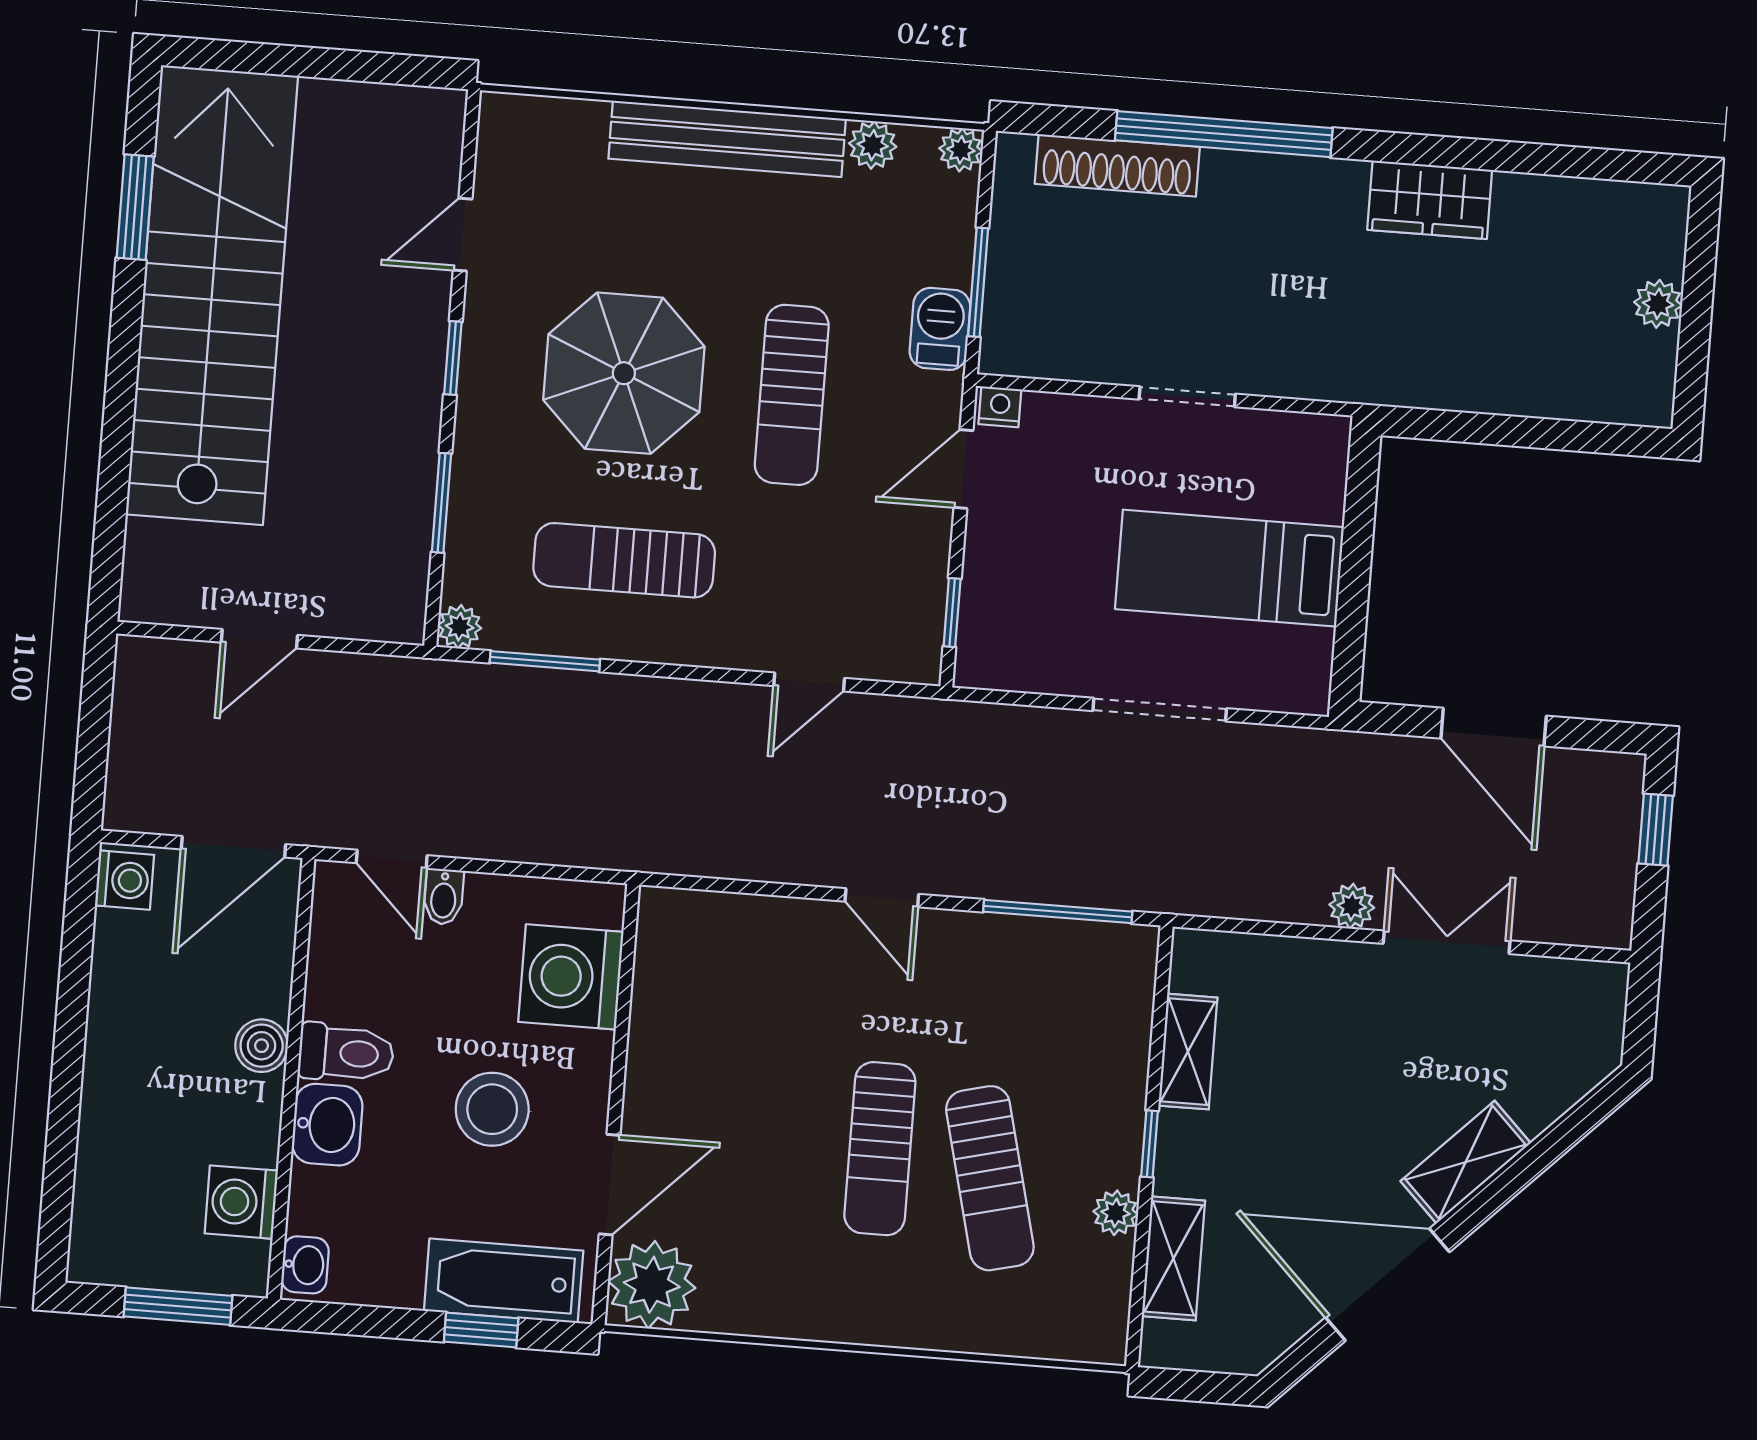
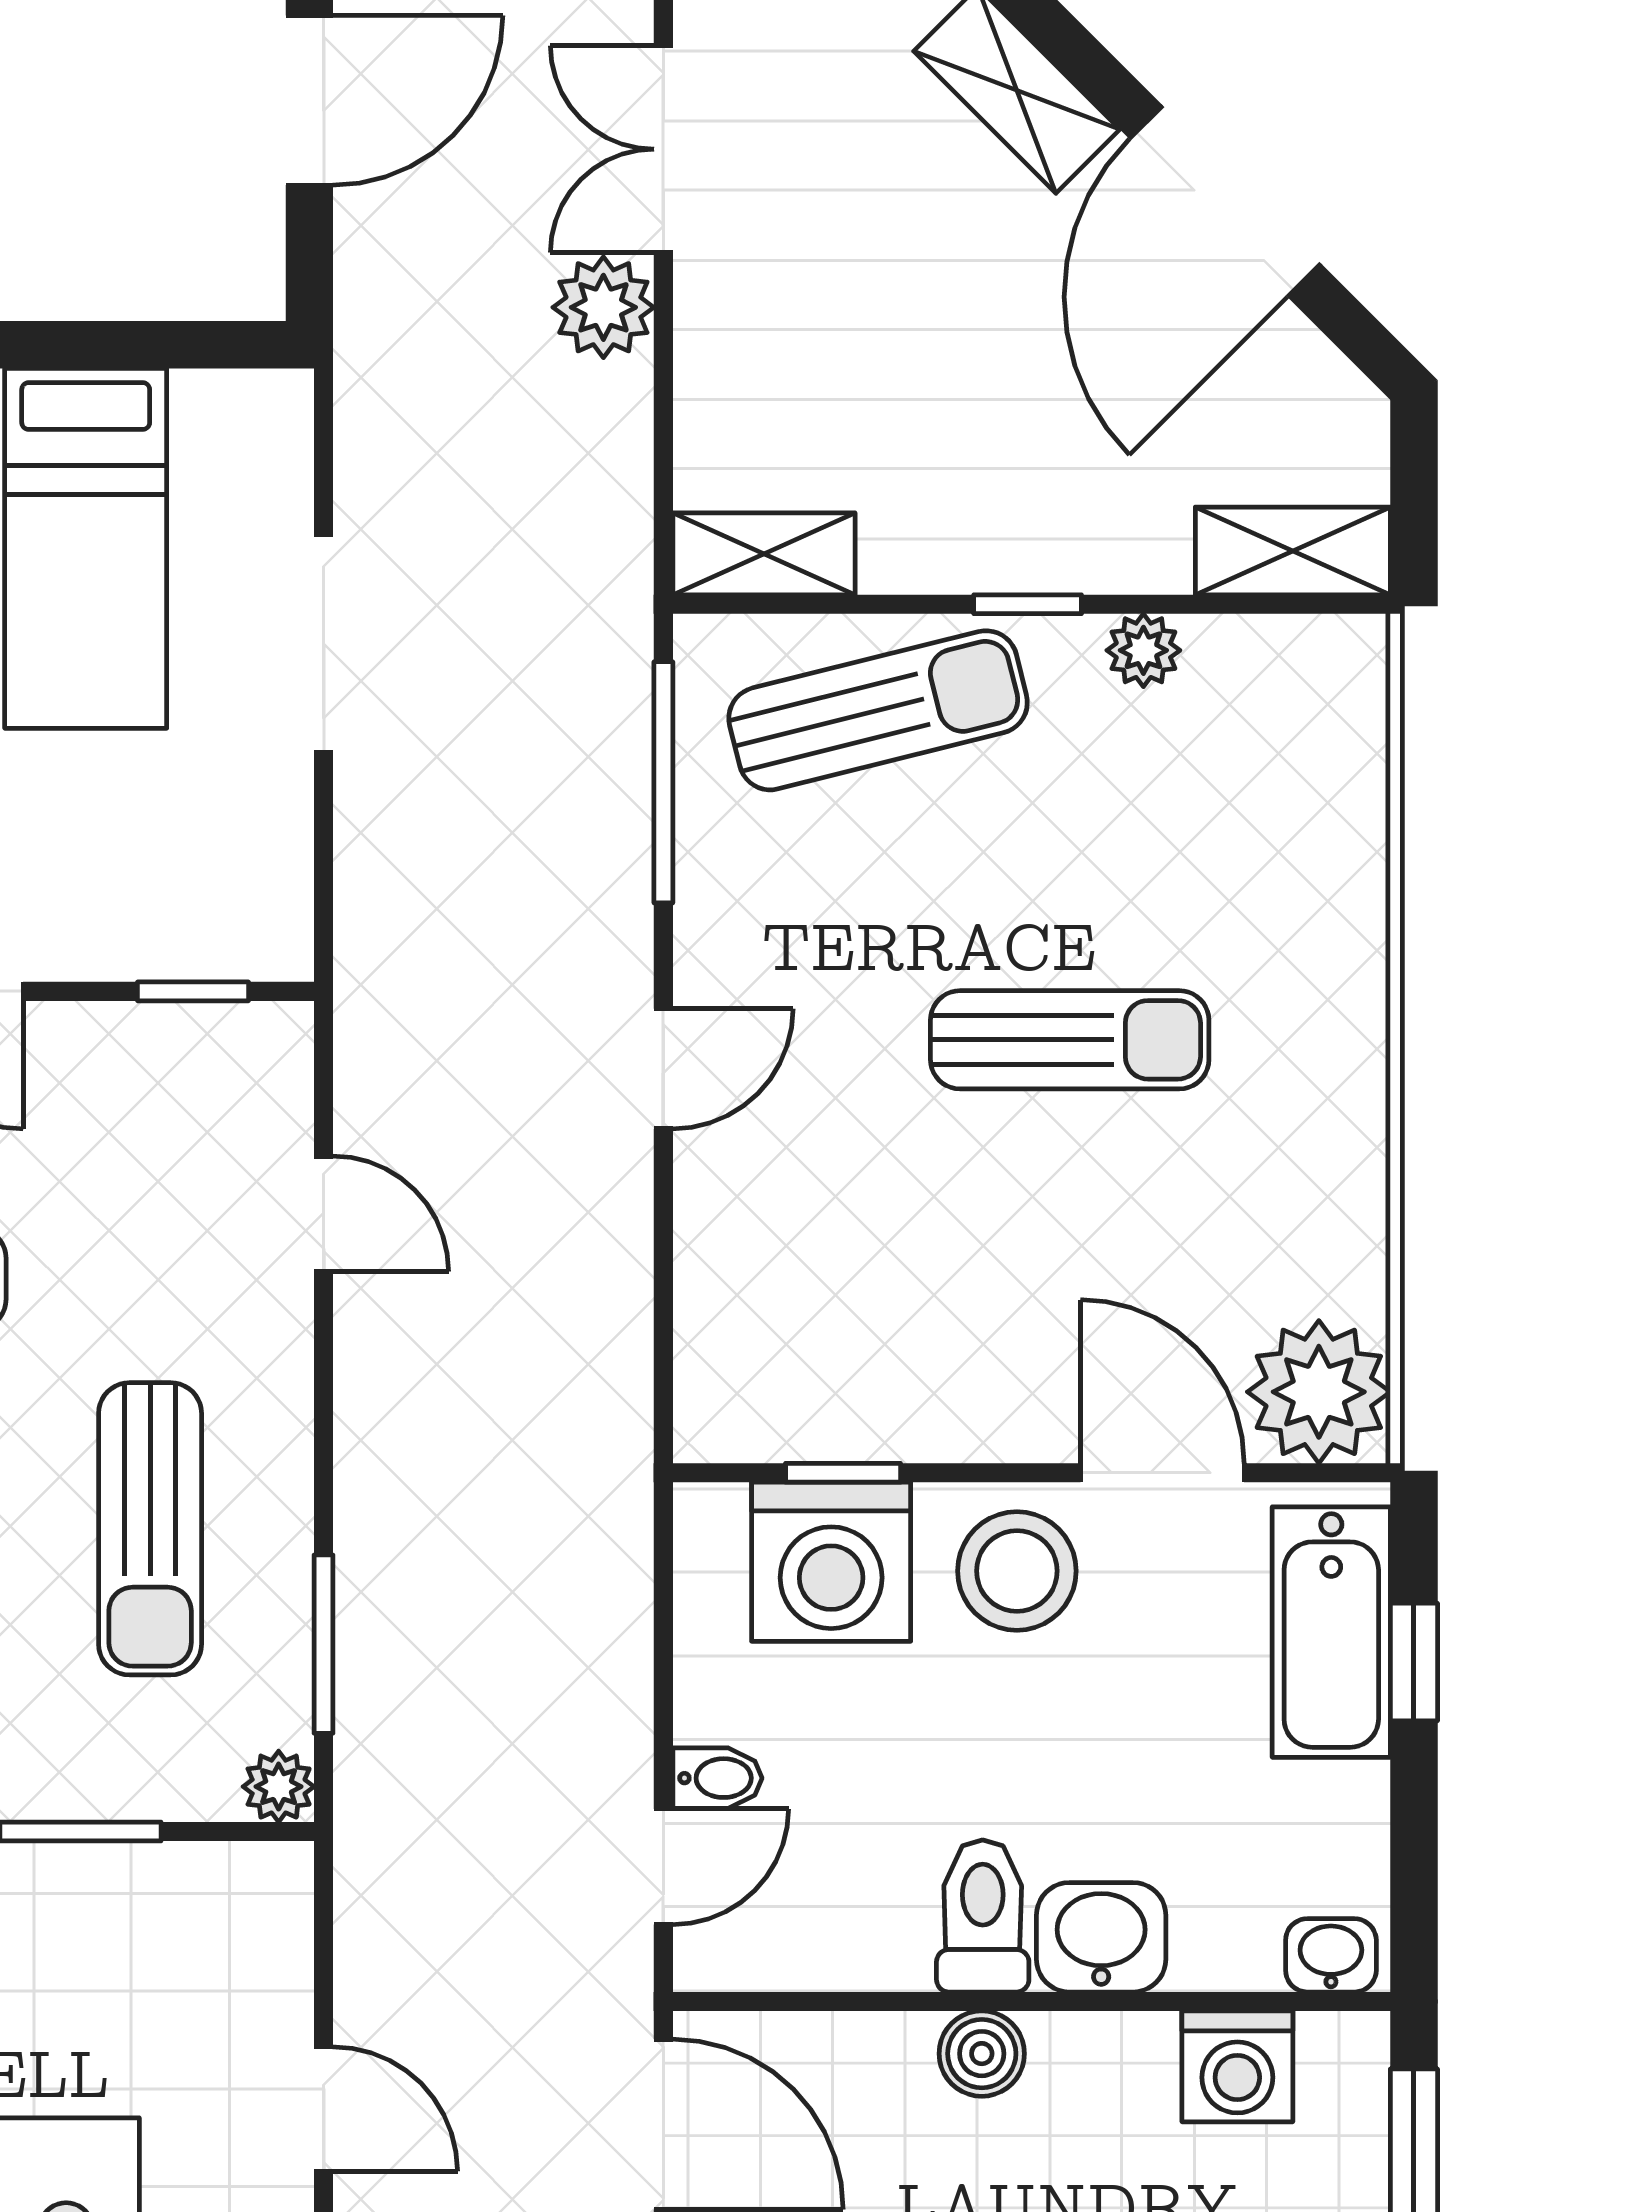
plant: (1352, 906) -> (603, 307), width x1.38, depth x1.38
window: (625, 989) -> (843, 1473), added
shelving: (1188, 1052) -> (764, 554), moved
stool: (492, 1109) -> (1017, 1571), moved
sun lounger: (990, 1178) -> (878, 710), moved
shelving: (1173, 1258) -> (1293, 551), moved

